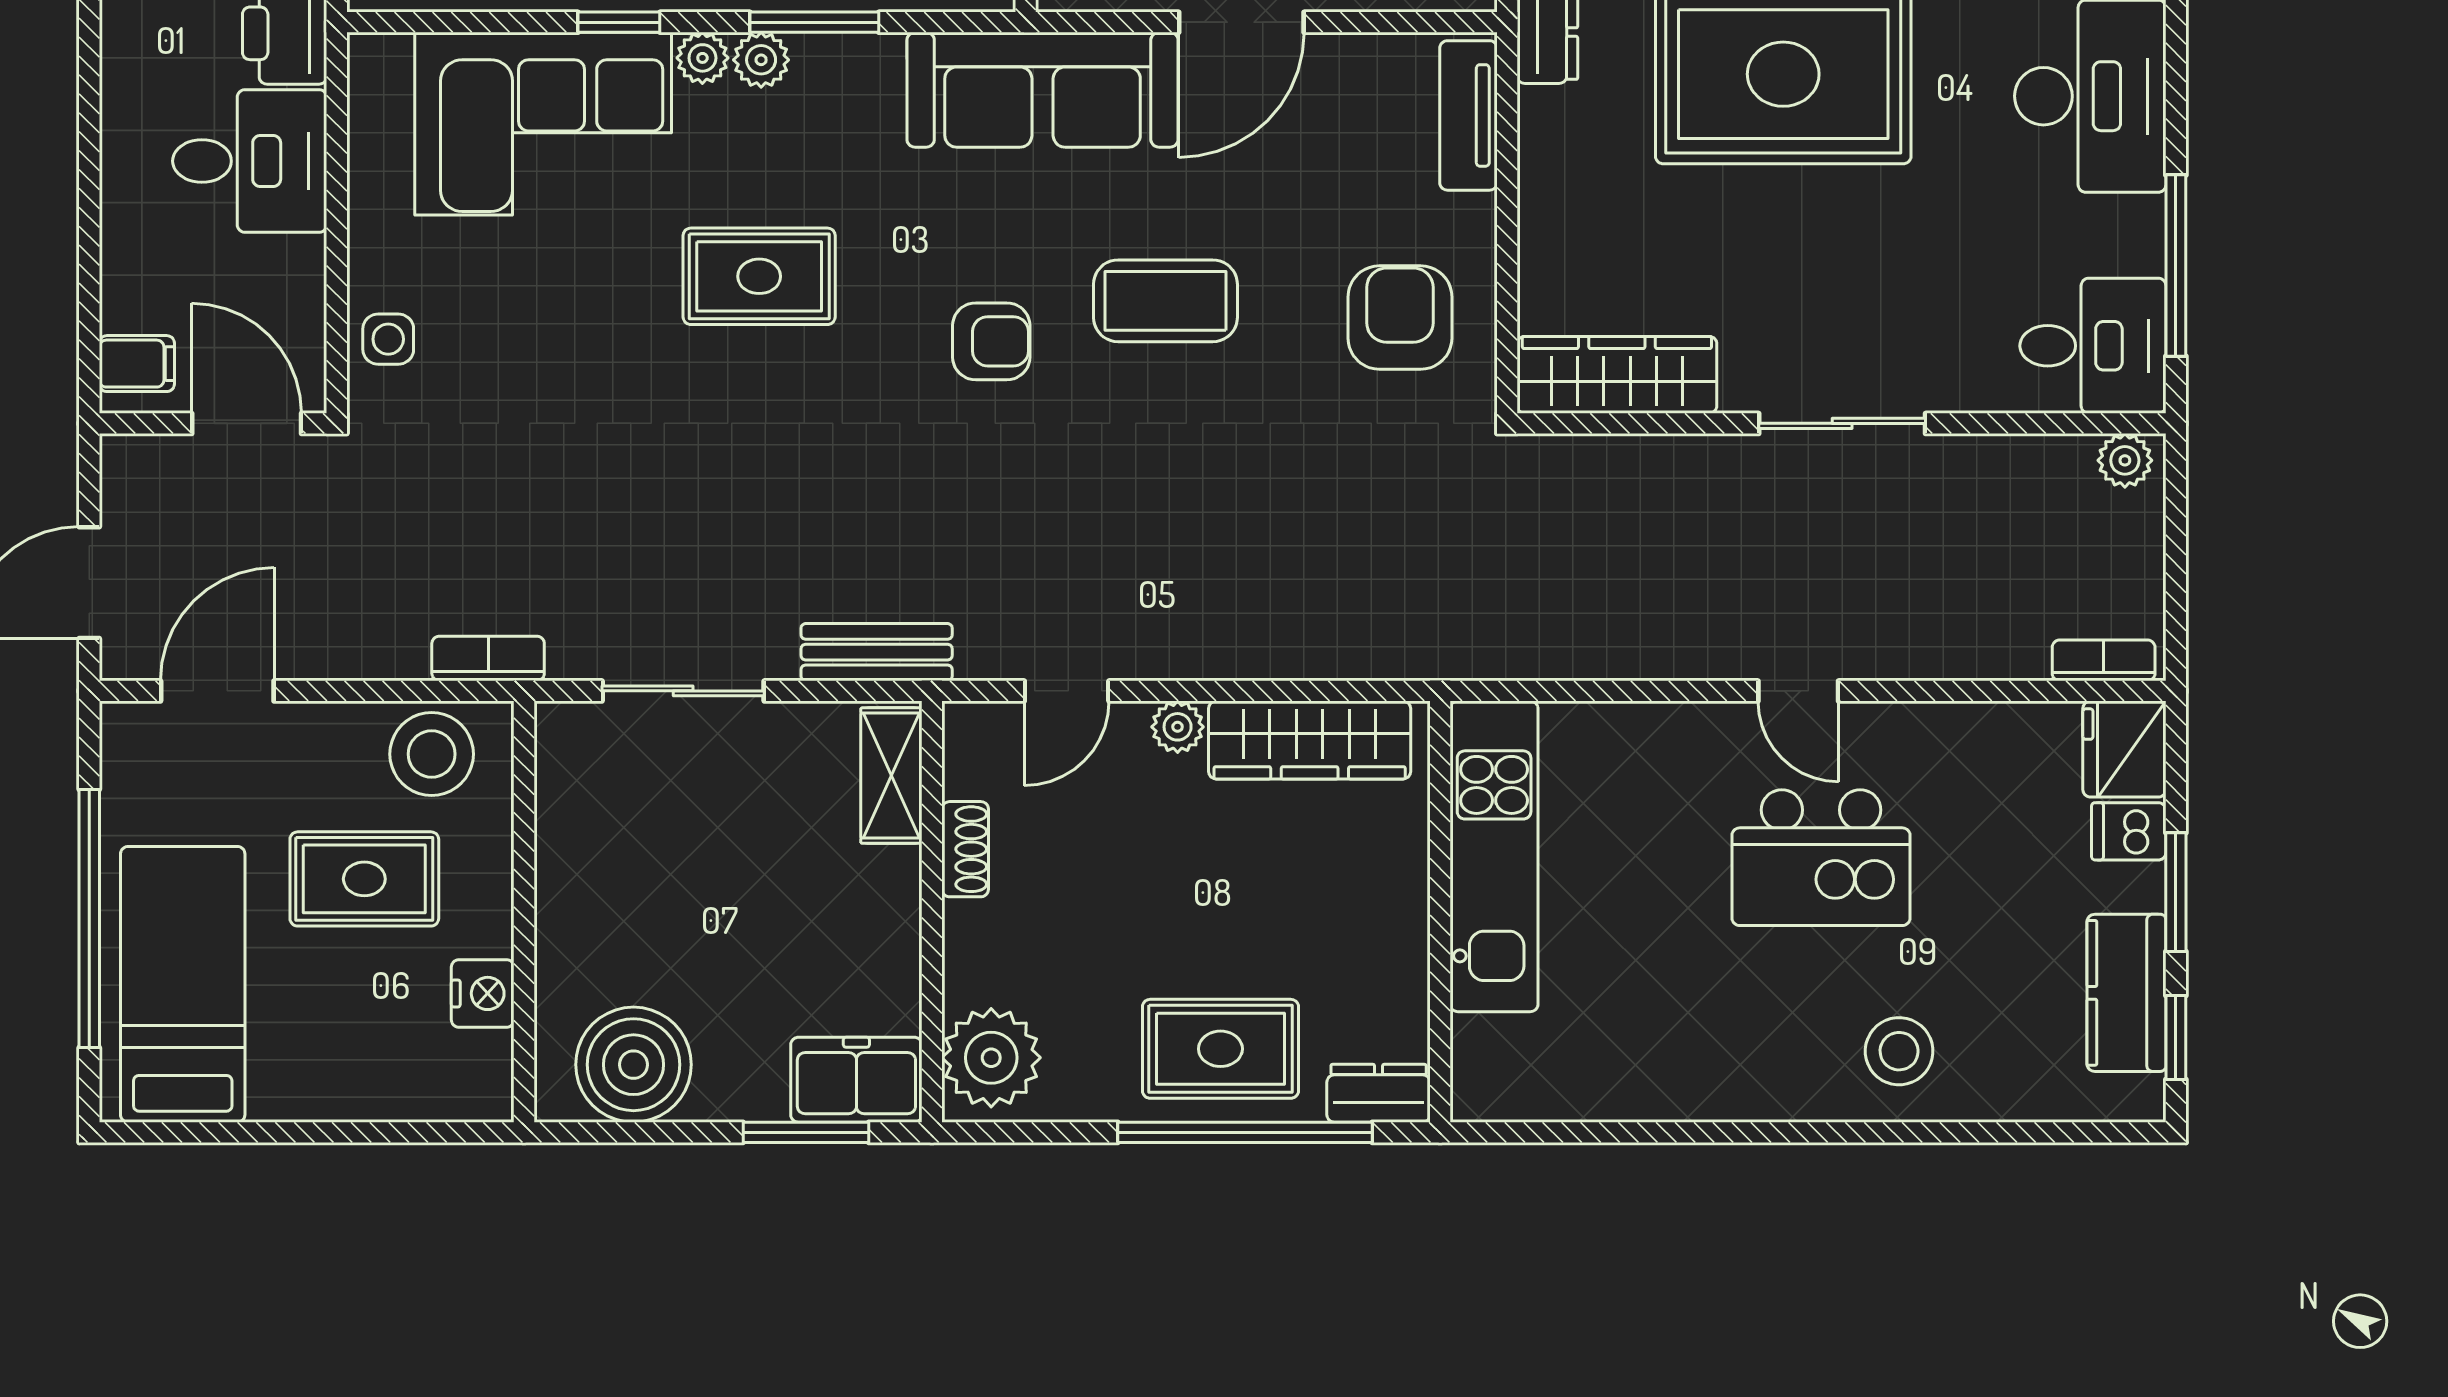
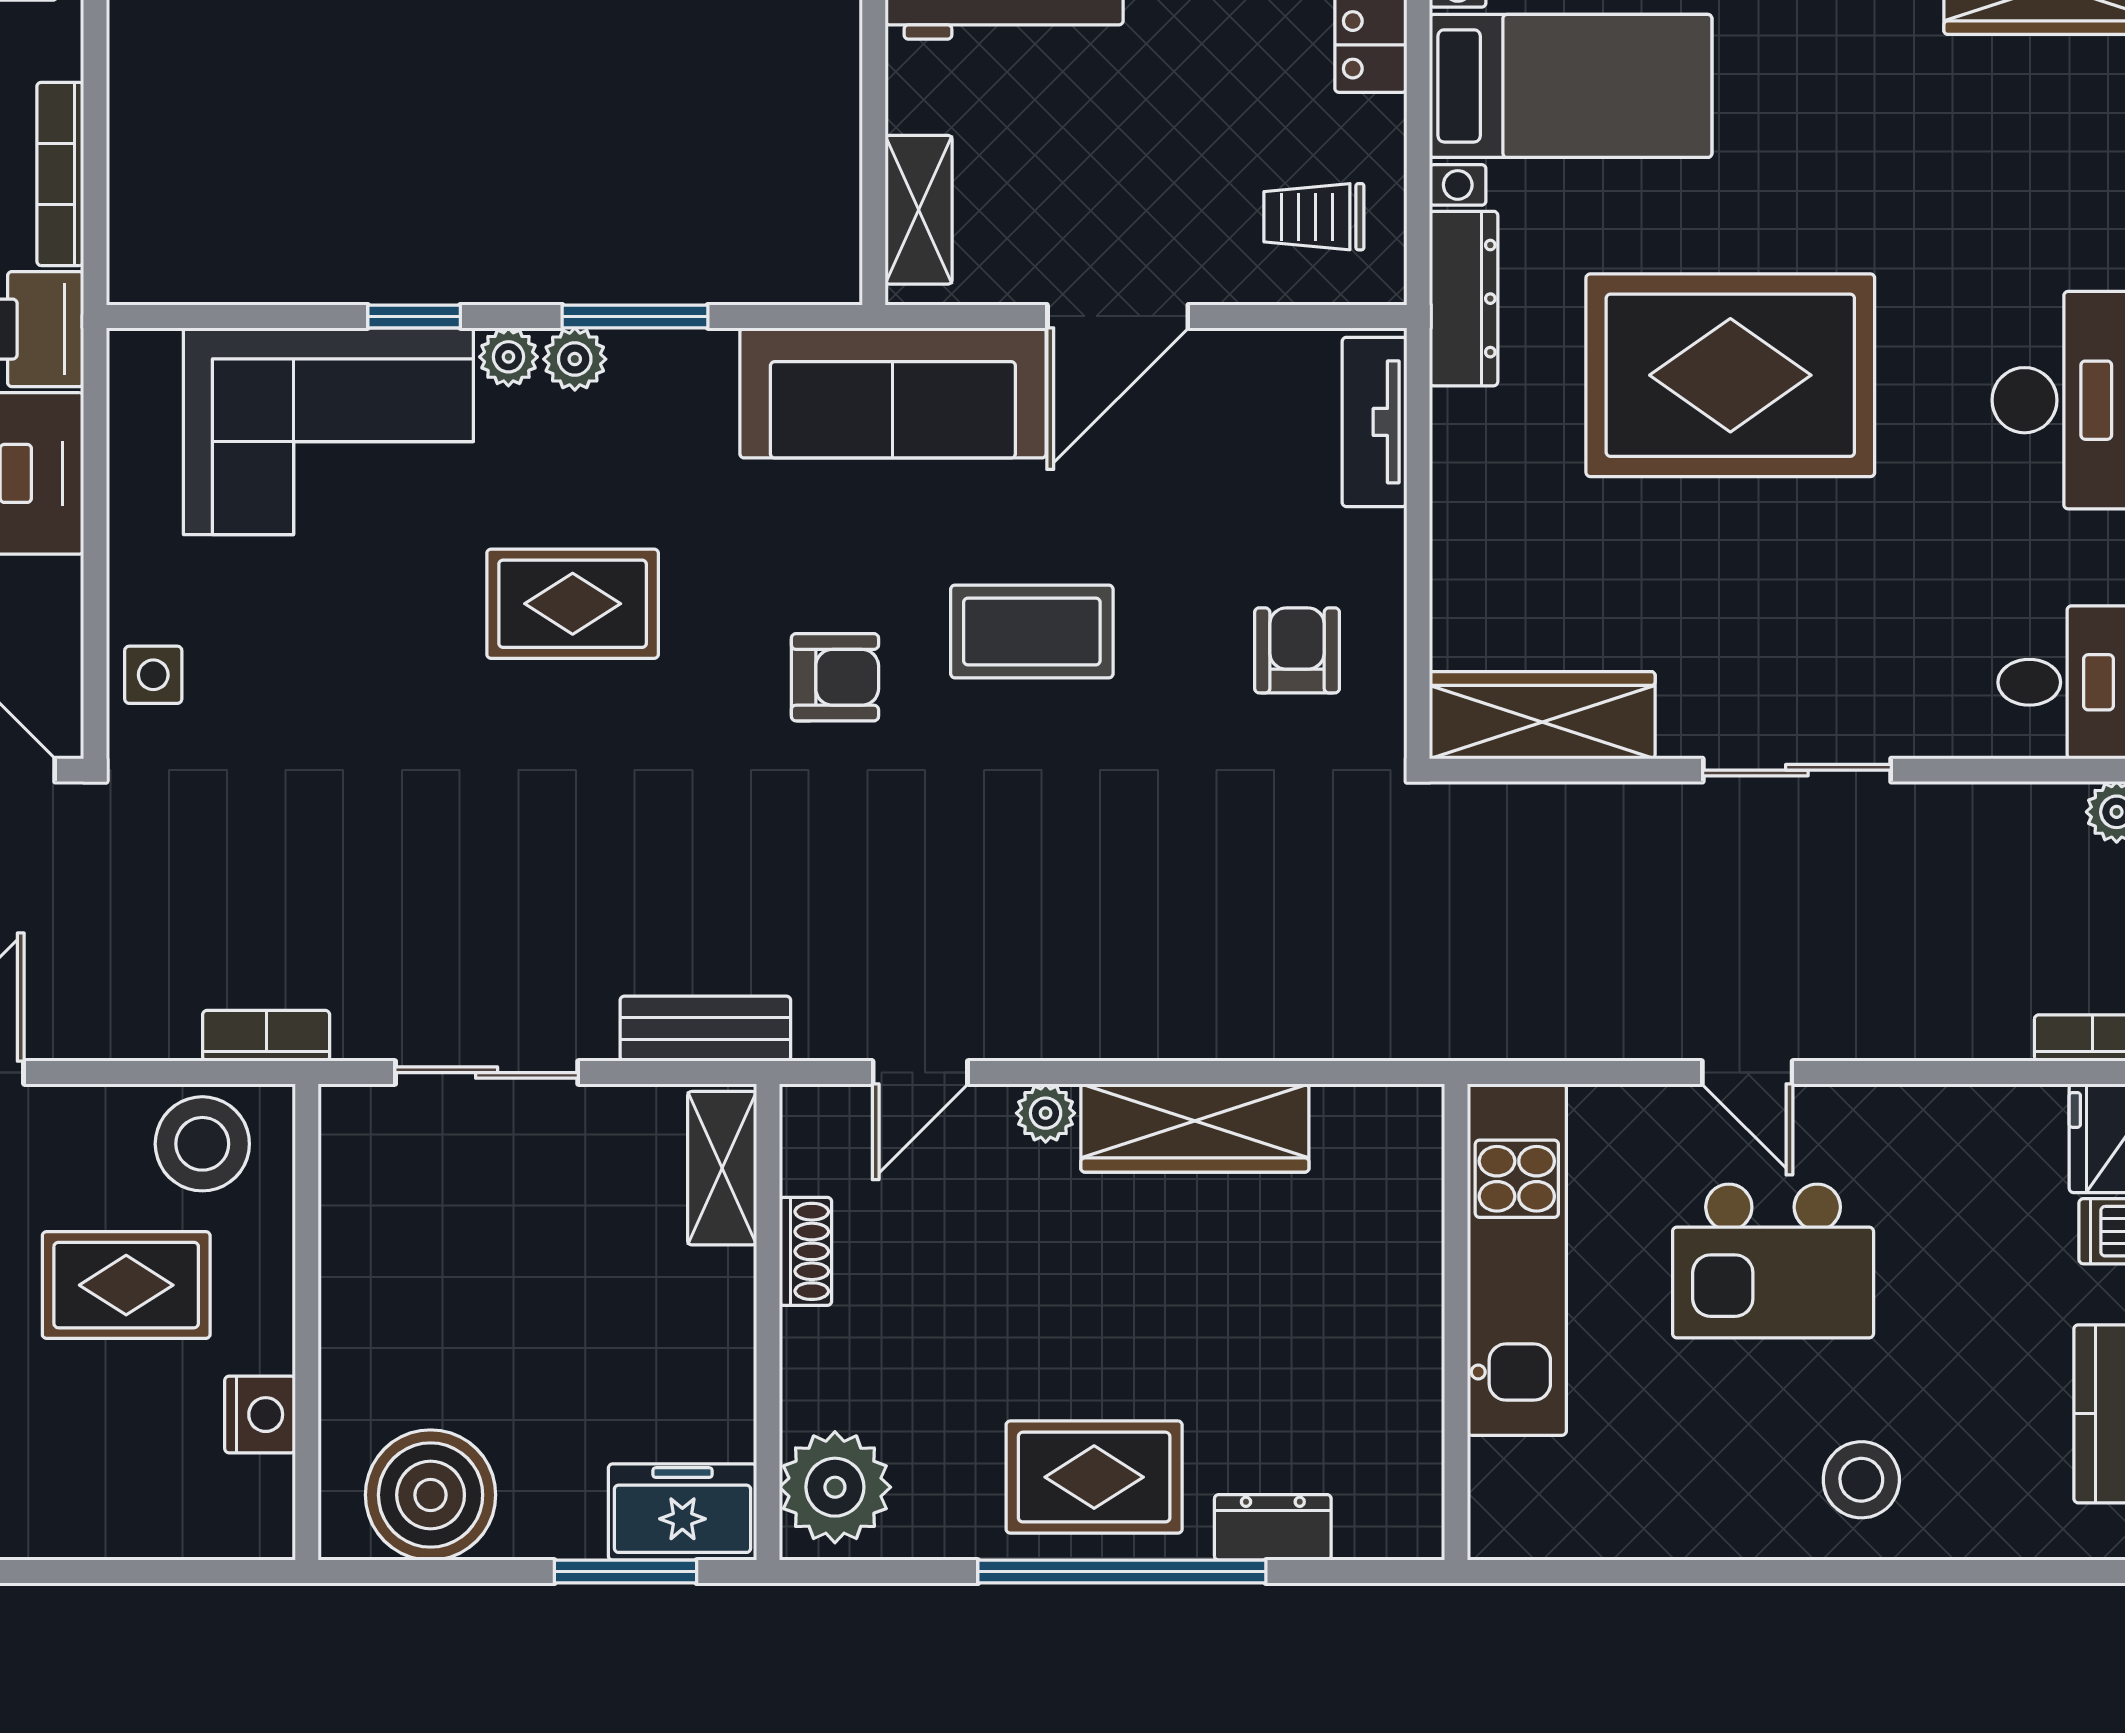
armchair: (1400, 318) -> (1297, 650), width x0.72, depth x0.72
kitchen unit: (1494, 856) -> (1517, 1260), moved
wall: (1440, 912) -> (1456, 1322), moved

